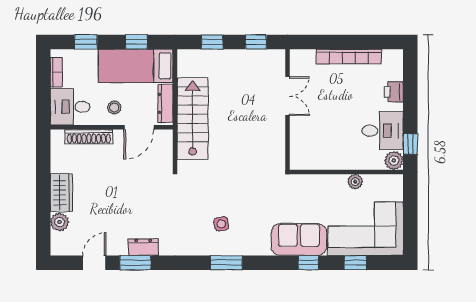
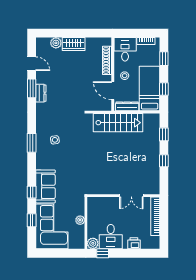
double door: (287, 96) -> (131, 196), moved
wall: (287, 109) -> (123, 196), moved

